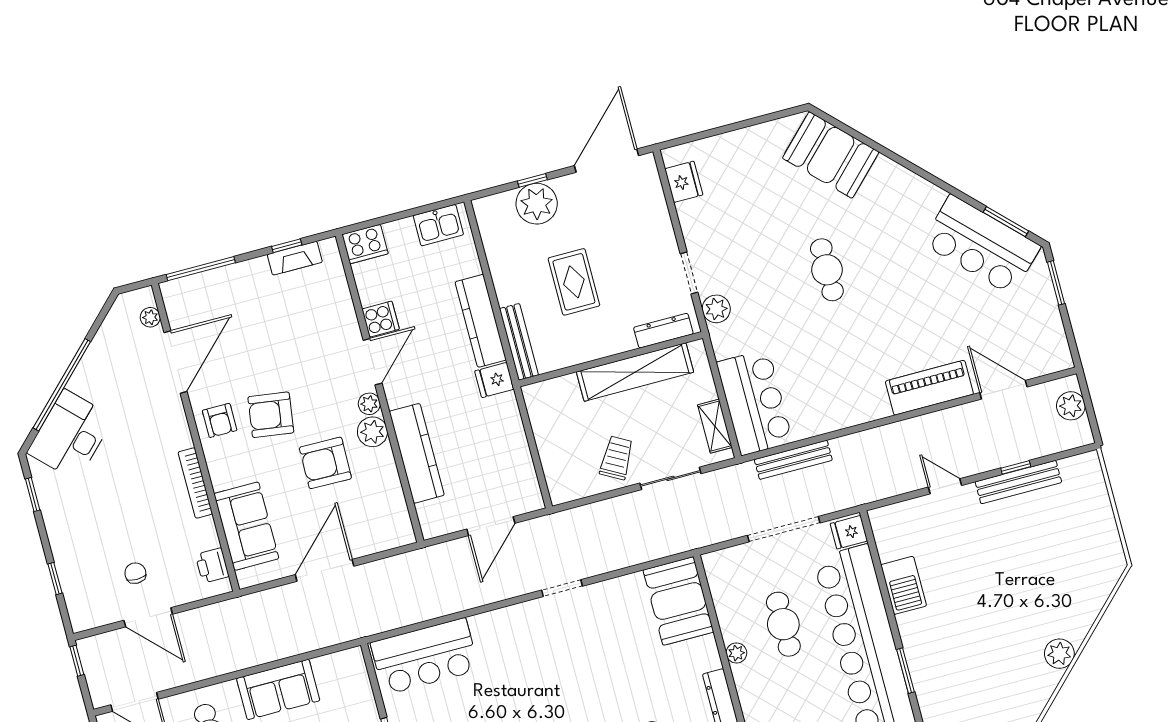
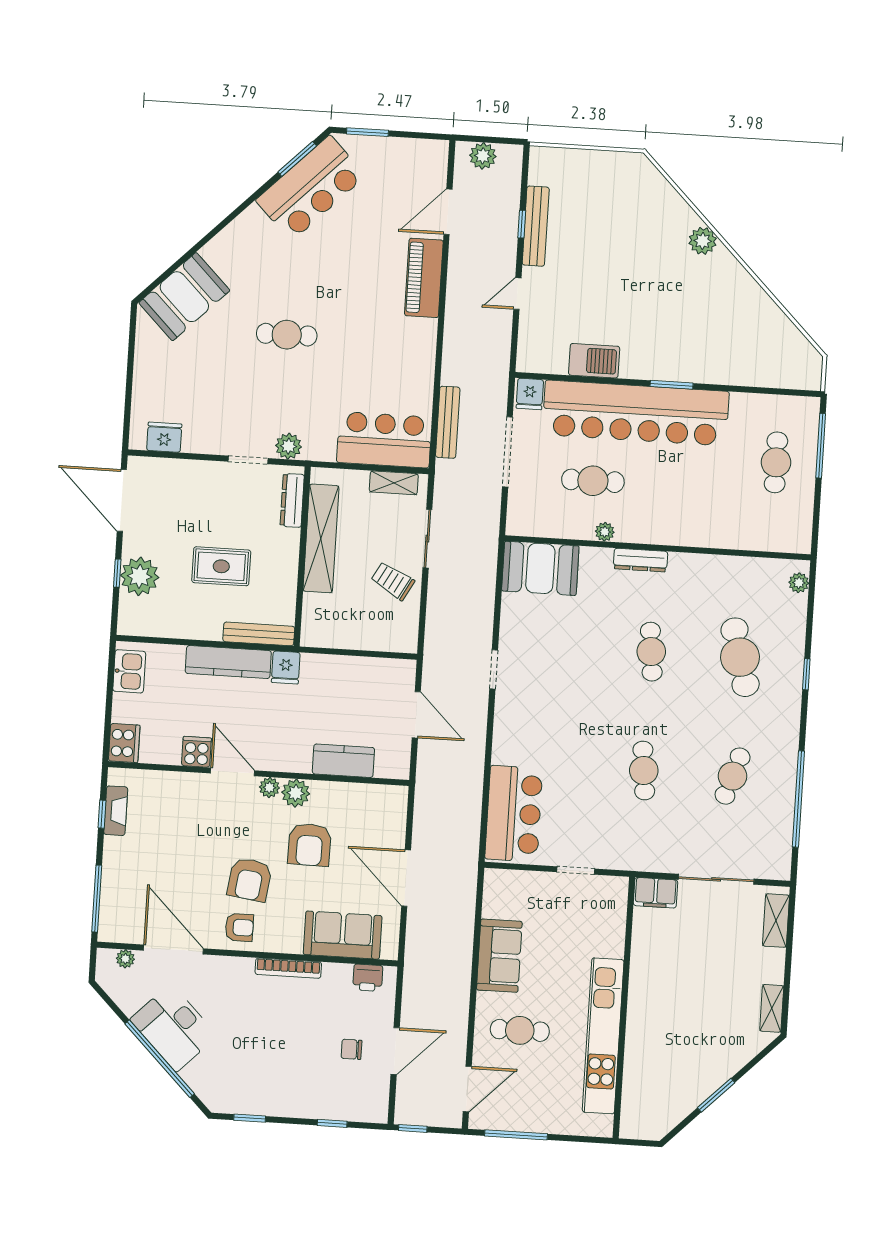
desk: (70, 435) -> (174, 1028), moved
kitchen counter: (417, 453) -> (343, 761), width x0.67

